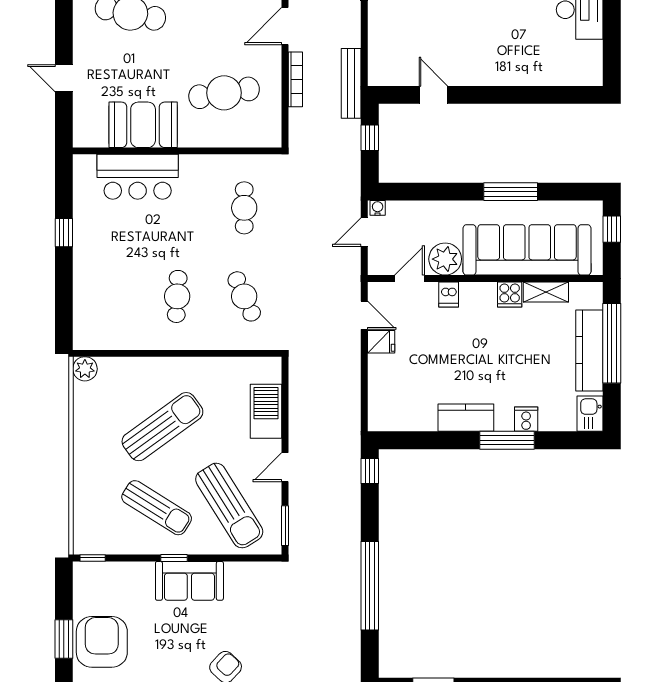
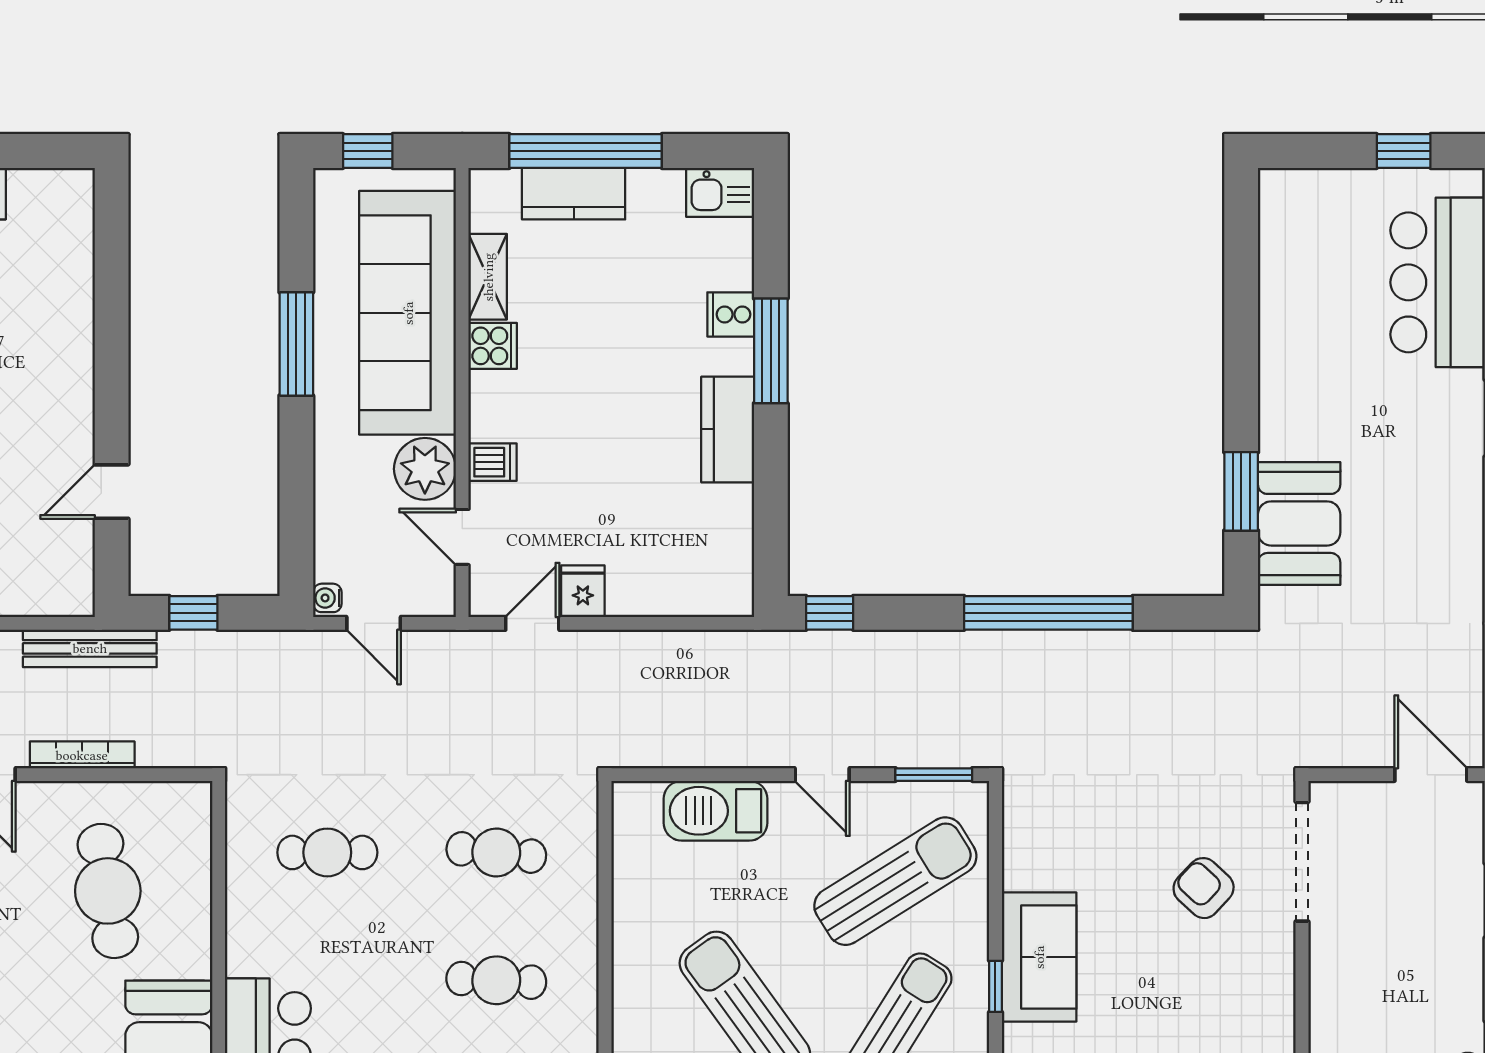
cafe table: (244, 296) -> (496, 852), turned 30
kitchen counter: (589, 350) -> (574, 194), width x0.67

